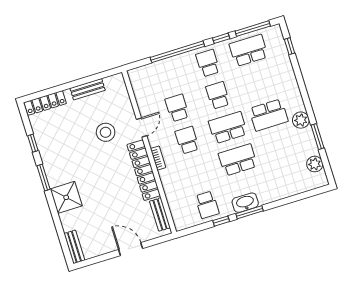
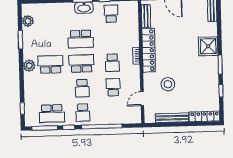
bench: (88, 89) -> (172, 118), width x1.36
school desk: (177, 108) -> (113, 87), turned 180
plant: (301, 120) -> (29, 66), moved
door: (142, 128) -> (142, 99), moved
school desk: (228, 128) -> (81, 64), turned 180

